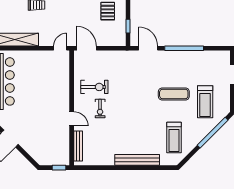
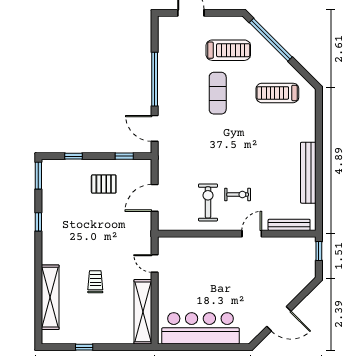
door: (60, 48) -> (155, 263), moved
door: (87, 48) -> (155, 198), moved
door: (148, 48) -> (155, 128), hinge flipped
treadmill: (174, 137) -> (277, 93), turned 180
bench: (137, 160) -> (308, 173), moved

